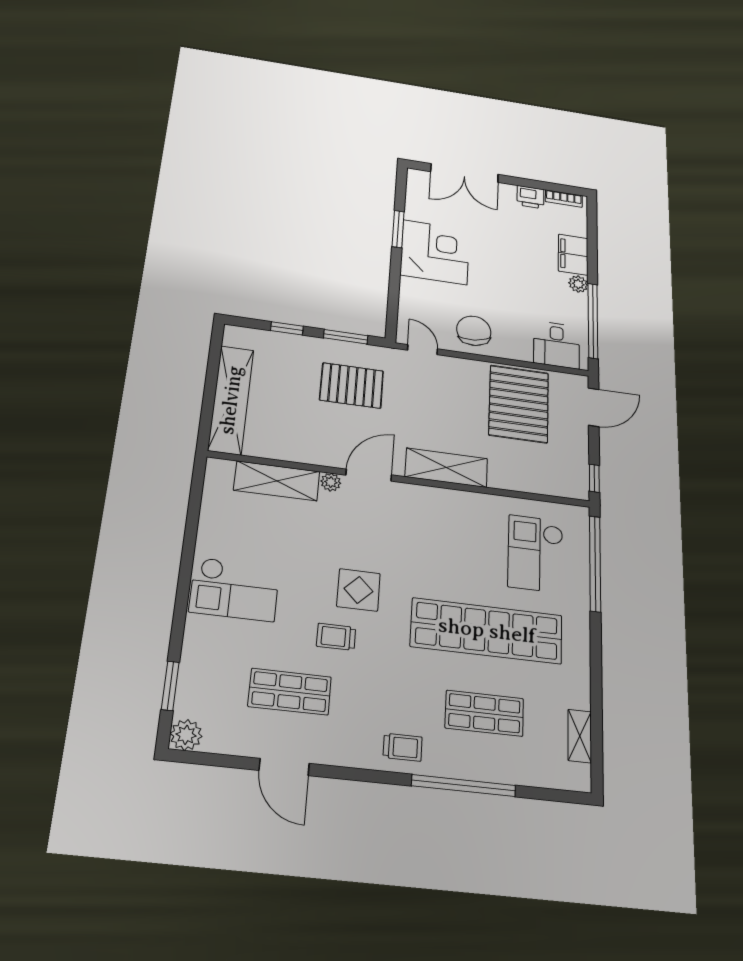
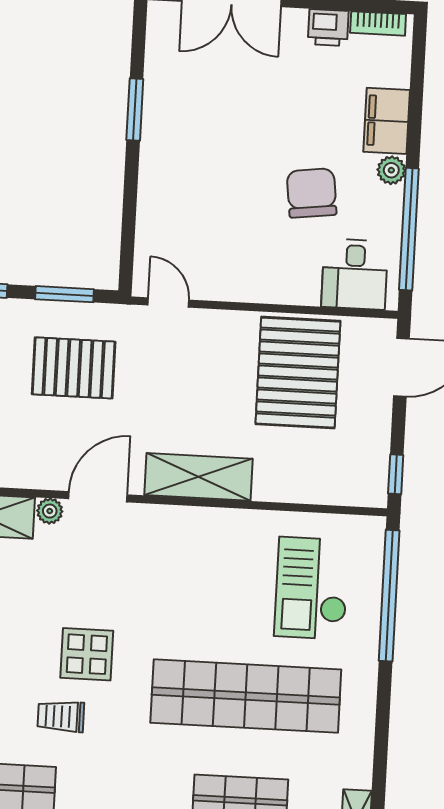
corner desk: (435, 252) -> (187, 142), removed
chair: (474, 331) -> (312, 193), moved

